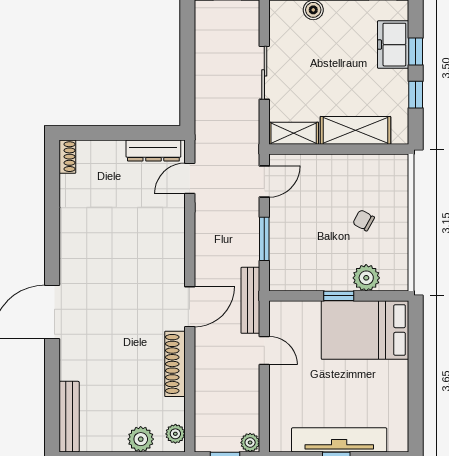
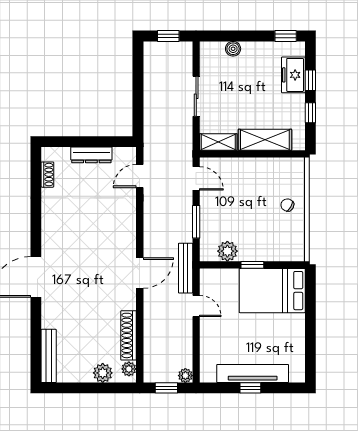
dresser: (153, 150) -> (91, 155), moved
shoe rack: (67, 157) -> (47, 175), moved
door: (264, 182) -> (196, 178), hinge flipped
chair: (364, 220) -> (287, 205), moved
plant: (366, 278) -> (227, 251), moved
shoe rack: (175, 364) -> (129, 335), moved

